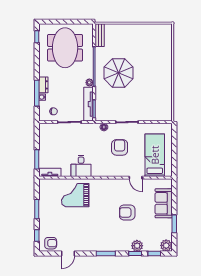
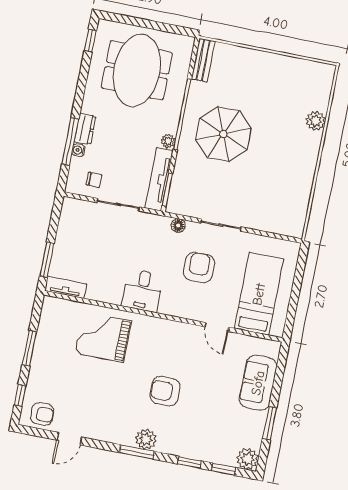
plant: (167, 56) -> (316, 121), added
desk: (81, 166) -> (142, 291), moved
armchair: (127, 212) -> (165, 391), moved
plant: (137, 246) -> (146, 439), moved

